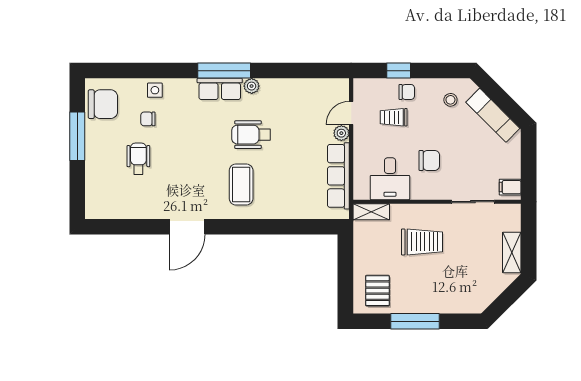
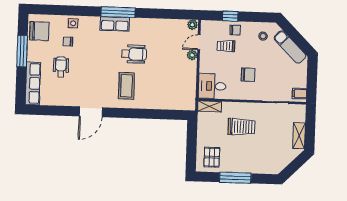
plant: (252, 86) -> (192, 25), moved
wheelchair: (251, 135) -> (134, 54), turned 180
row of seats: (338, 176) -> (33, 83), moved, turned 180
desk: (390, 179) -> (212, 86), moved, turned 90

